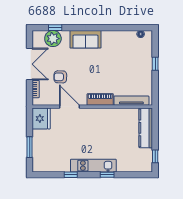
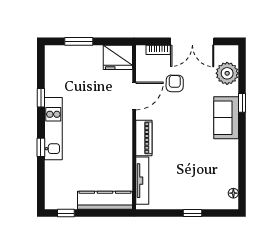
window: (55, 28) -> (242, 103), moved

